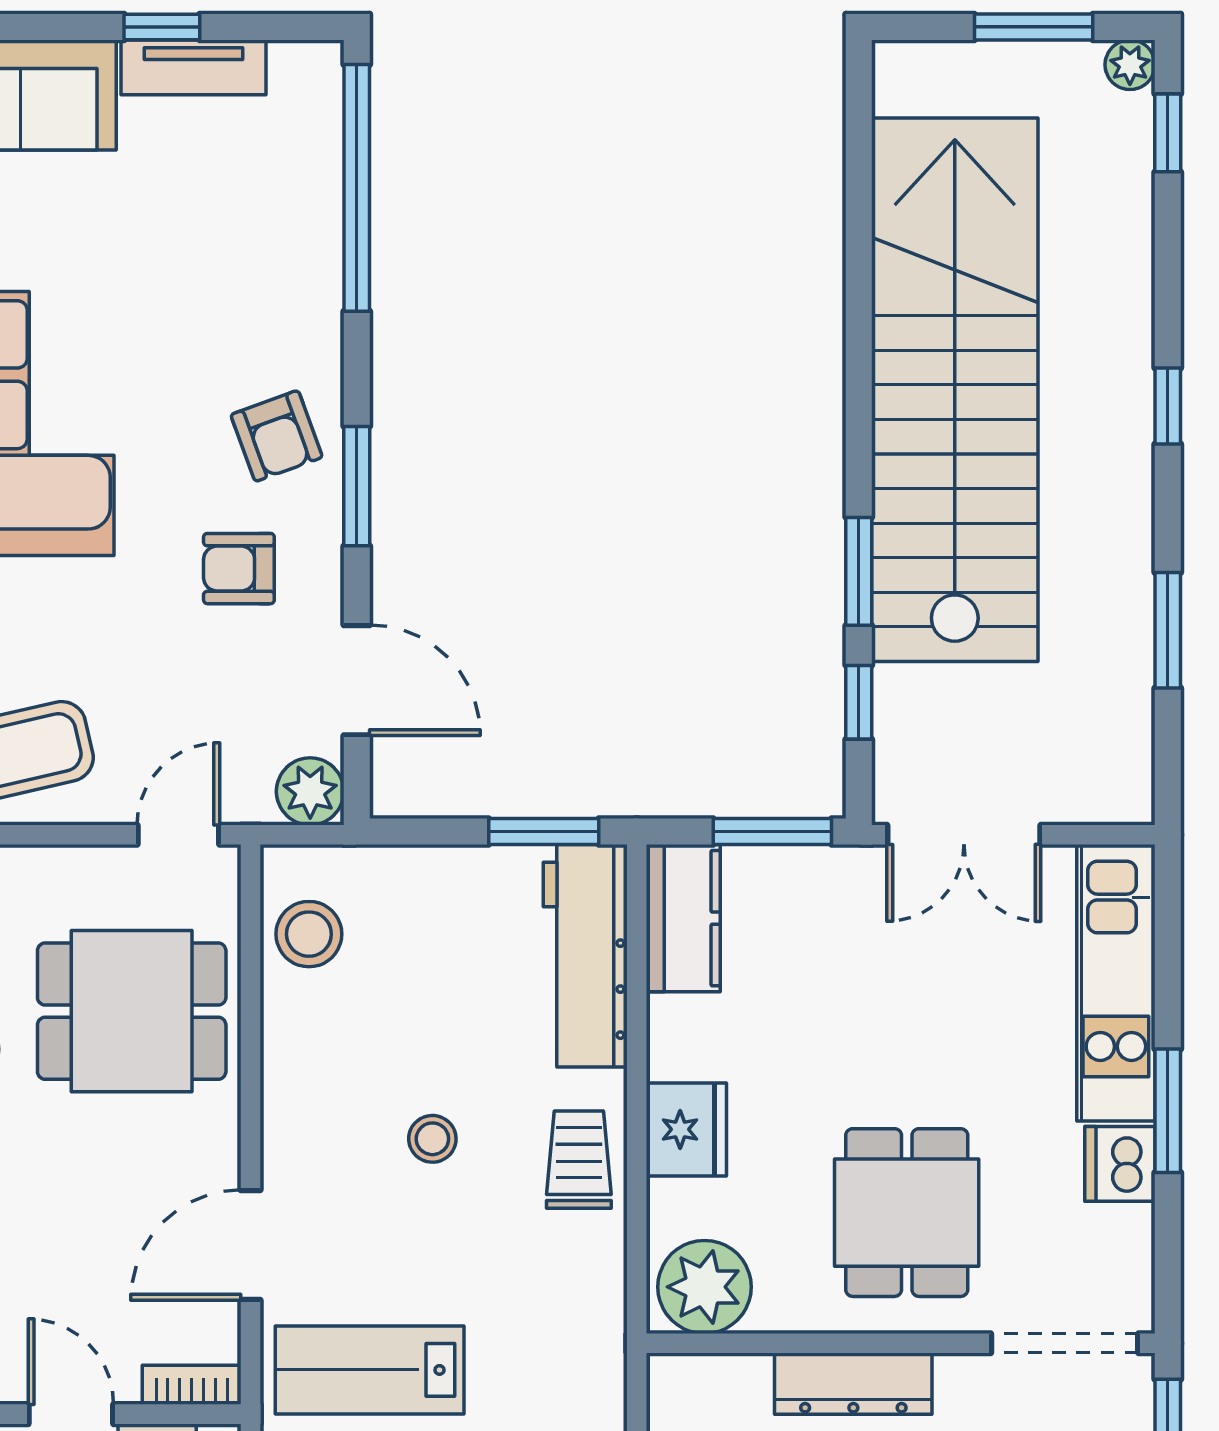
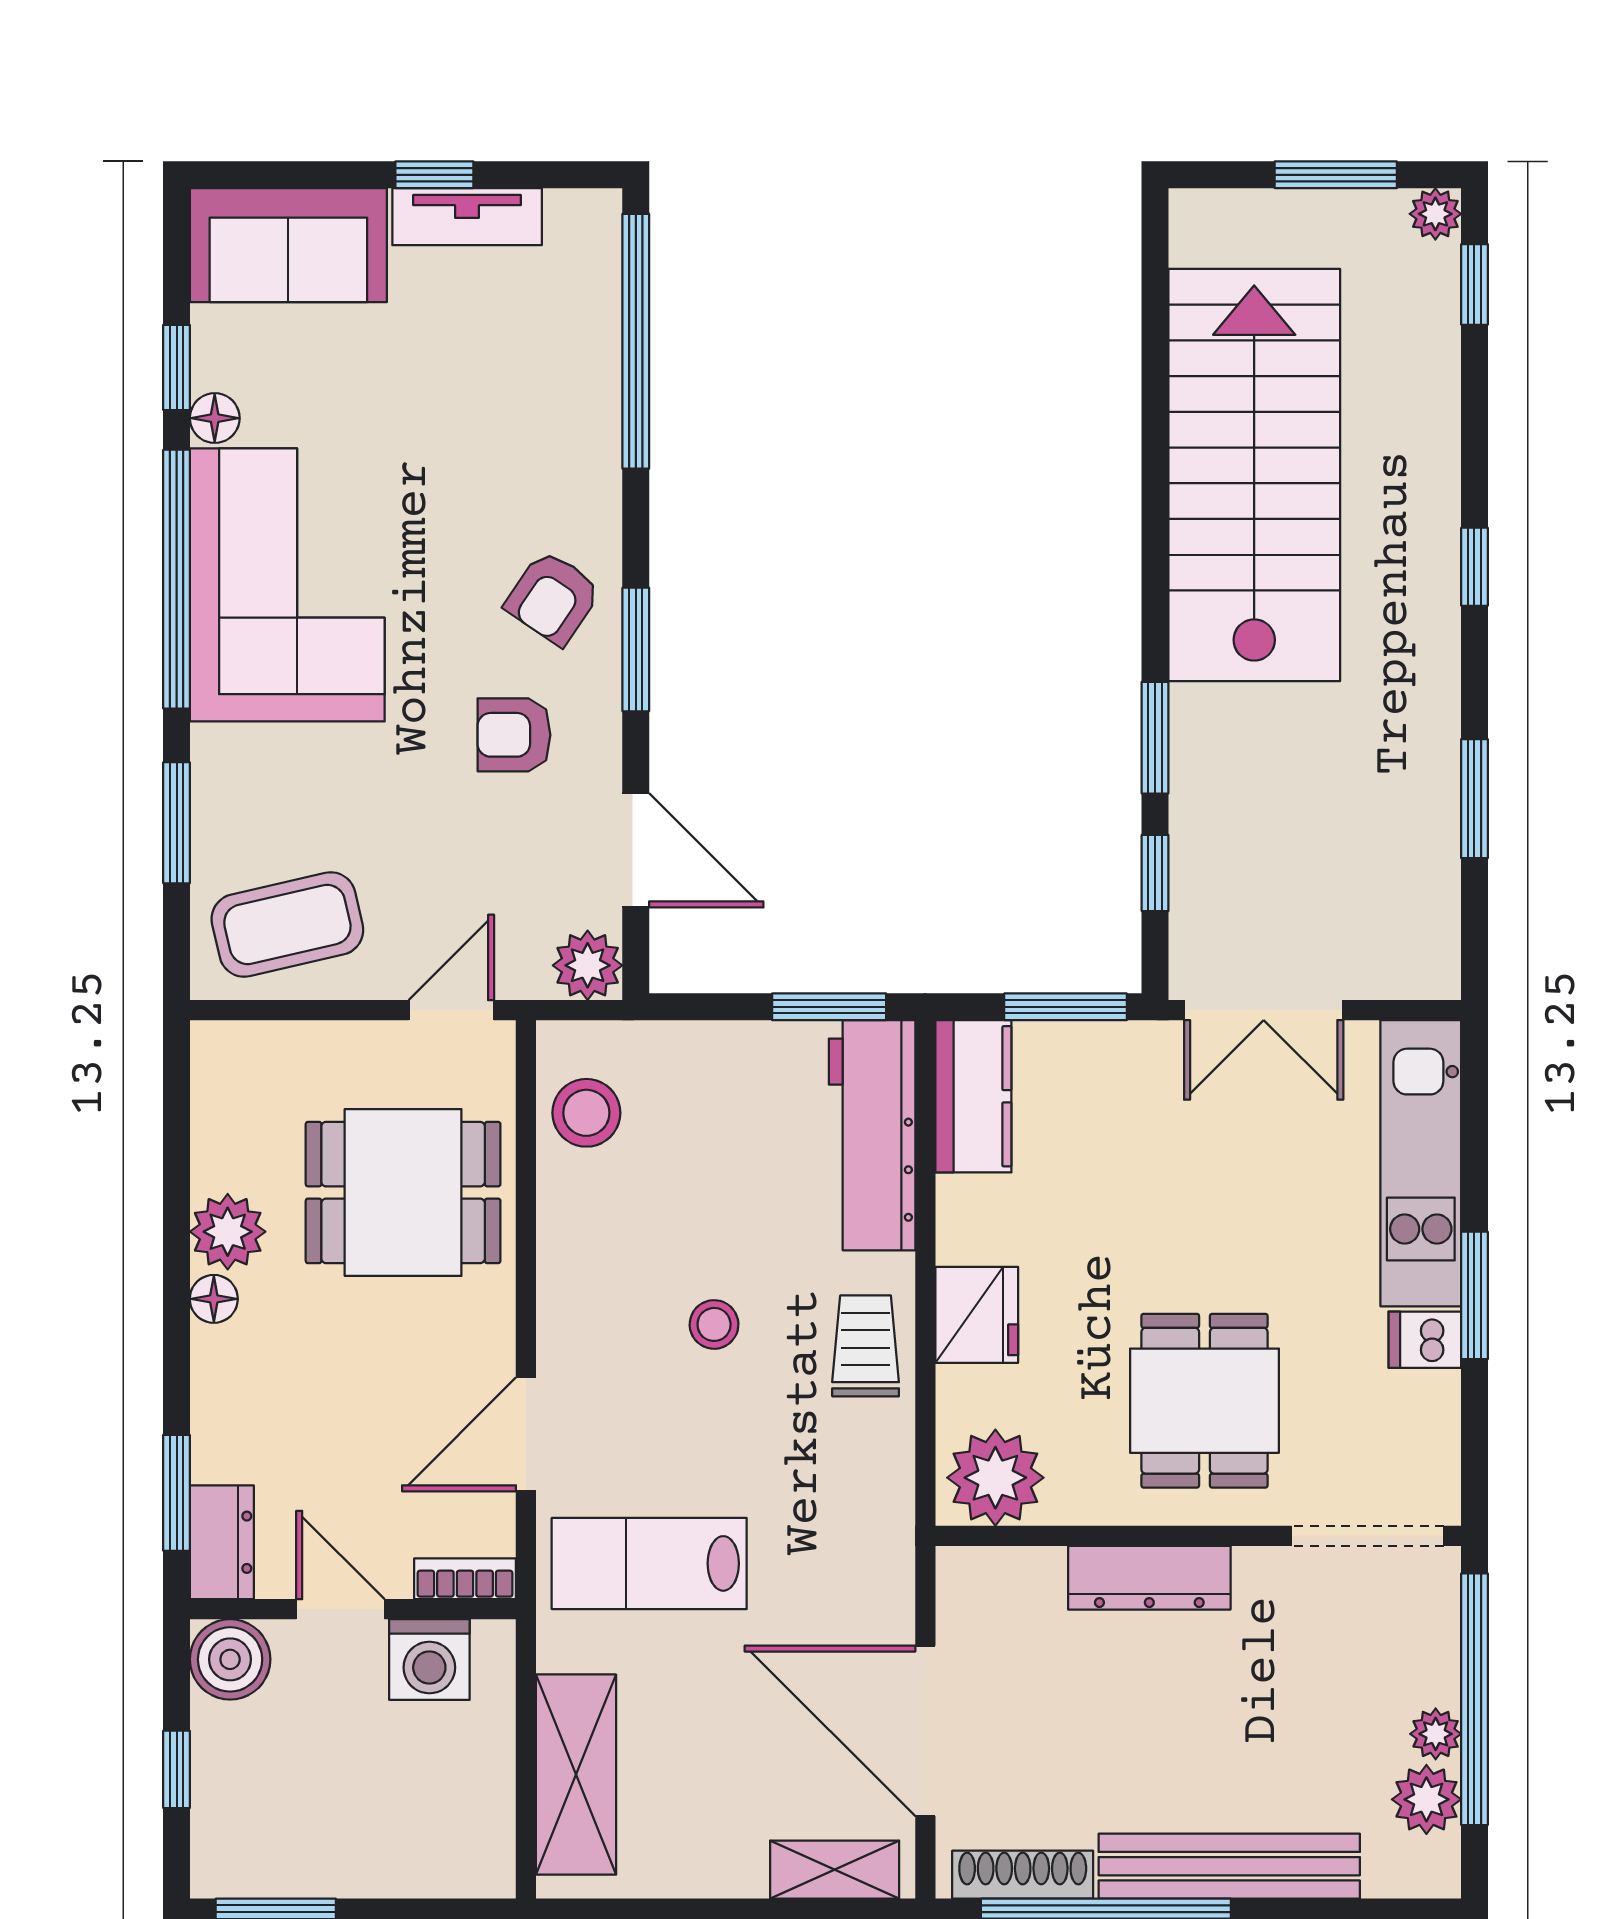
stairs: (955, 390) -> (1254, 475), width x0.73
armchair: (277, 436) -> (553, 598), turned 54
dishwasher: (1120, 1164) -> (1425, 1340), width x0.73

